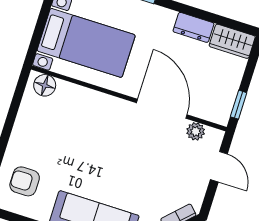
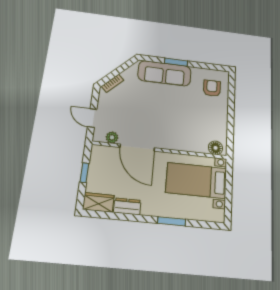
window: (239, 105) -> (84, 173), moved
armchair: (25, 181) -> (212, 88), turned -90

